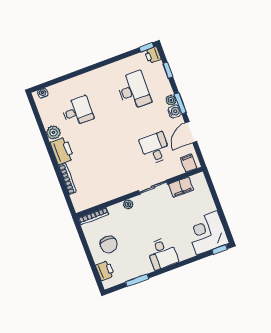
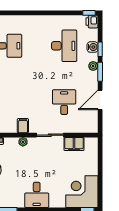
window: (168, 70) -> (100, 49), moved
water cooler: (174, 112) -> (93, 47), moved
filing cabinet: (189, 163) -> (23, 126), moved

